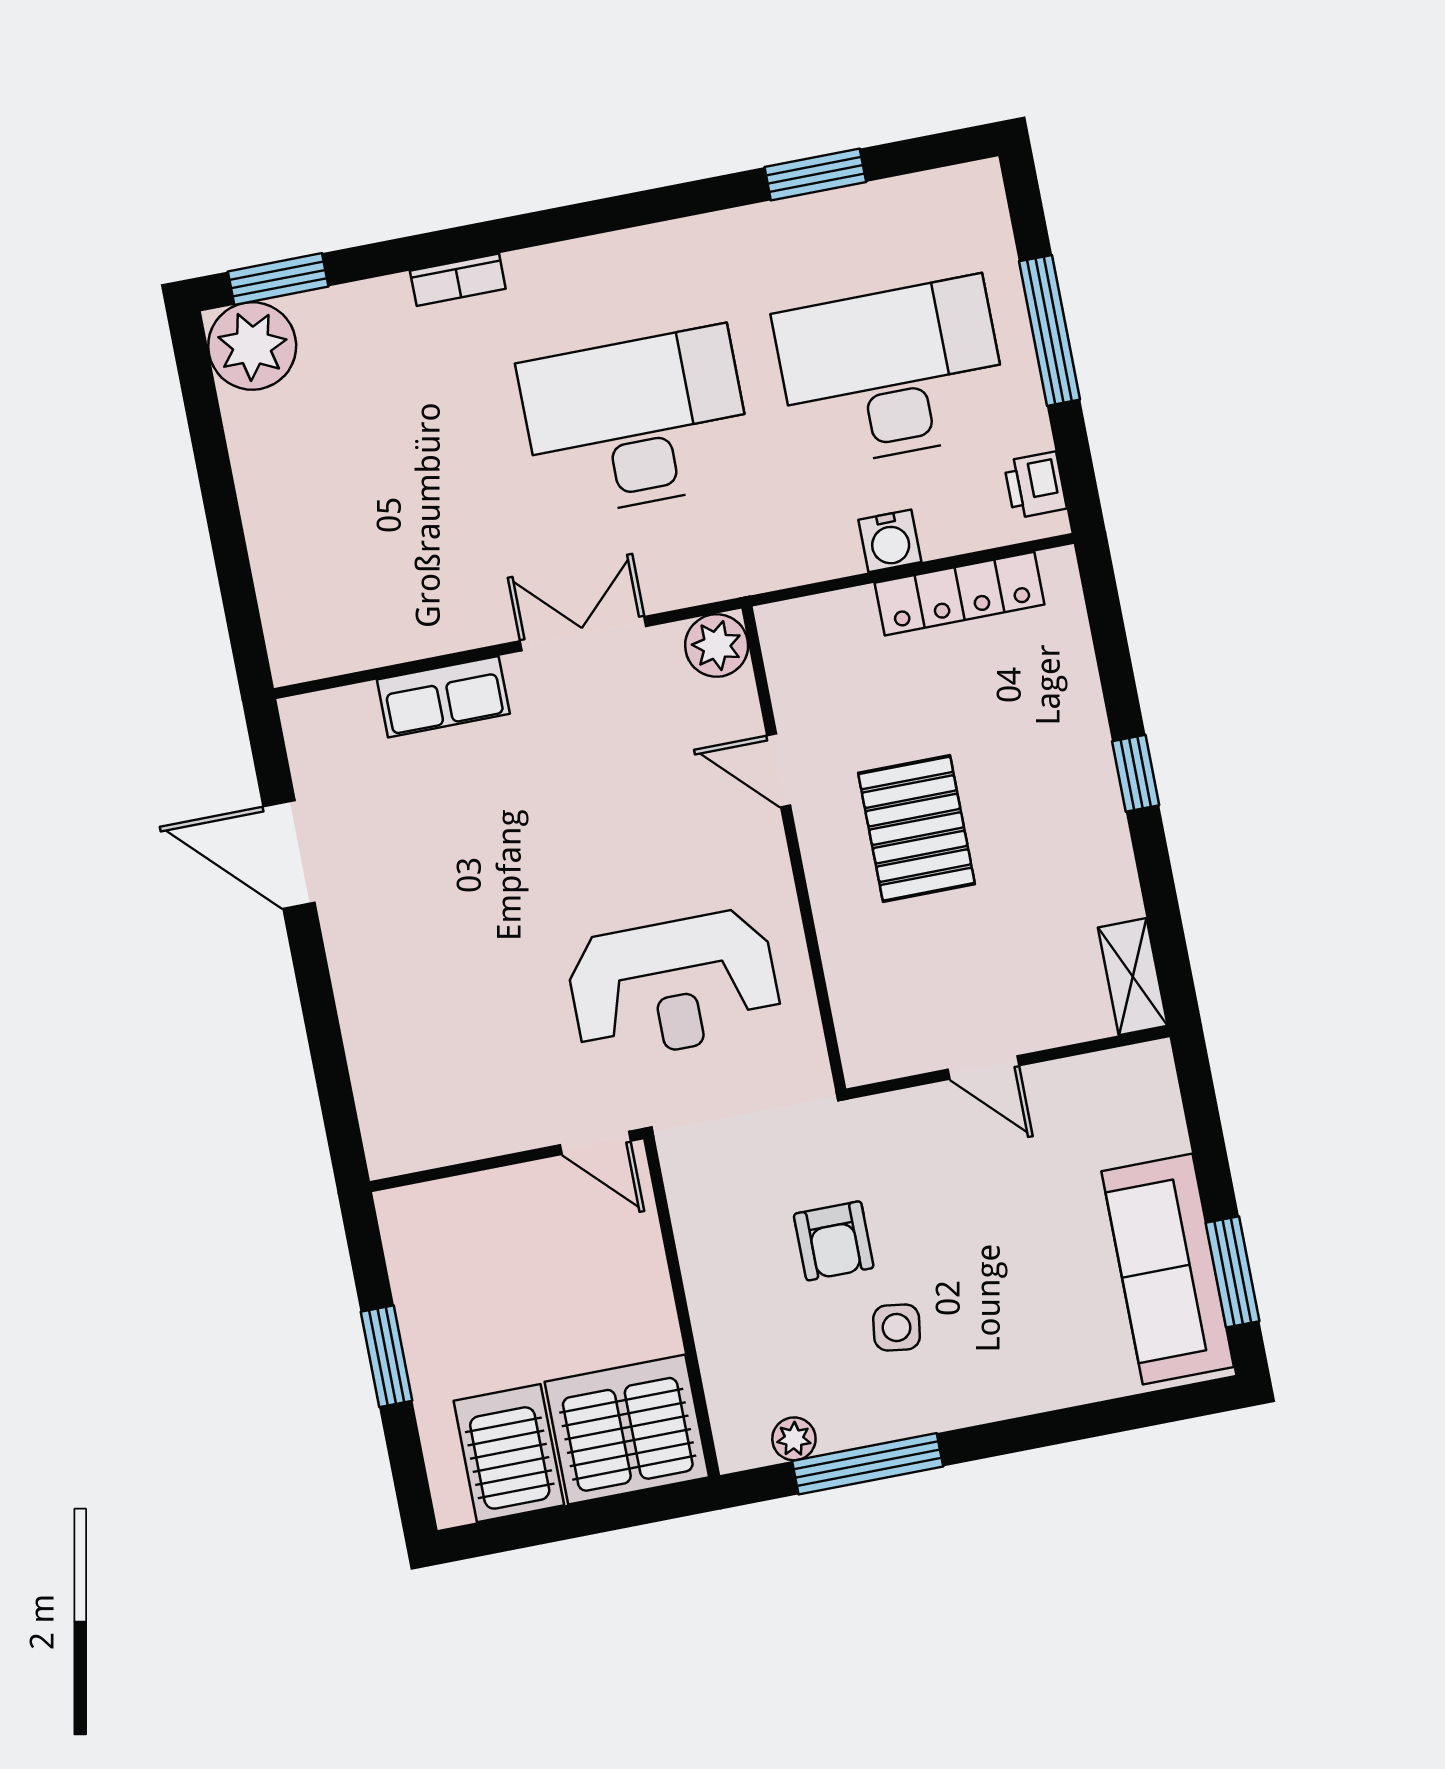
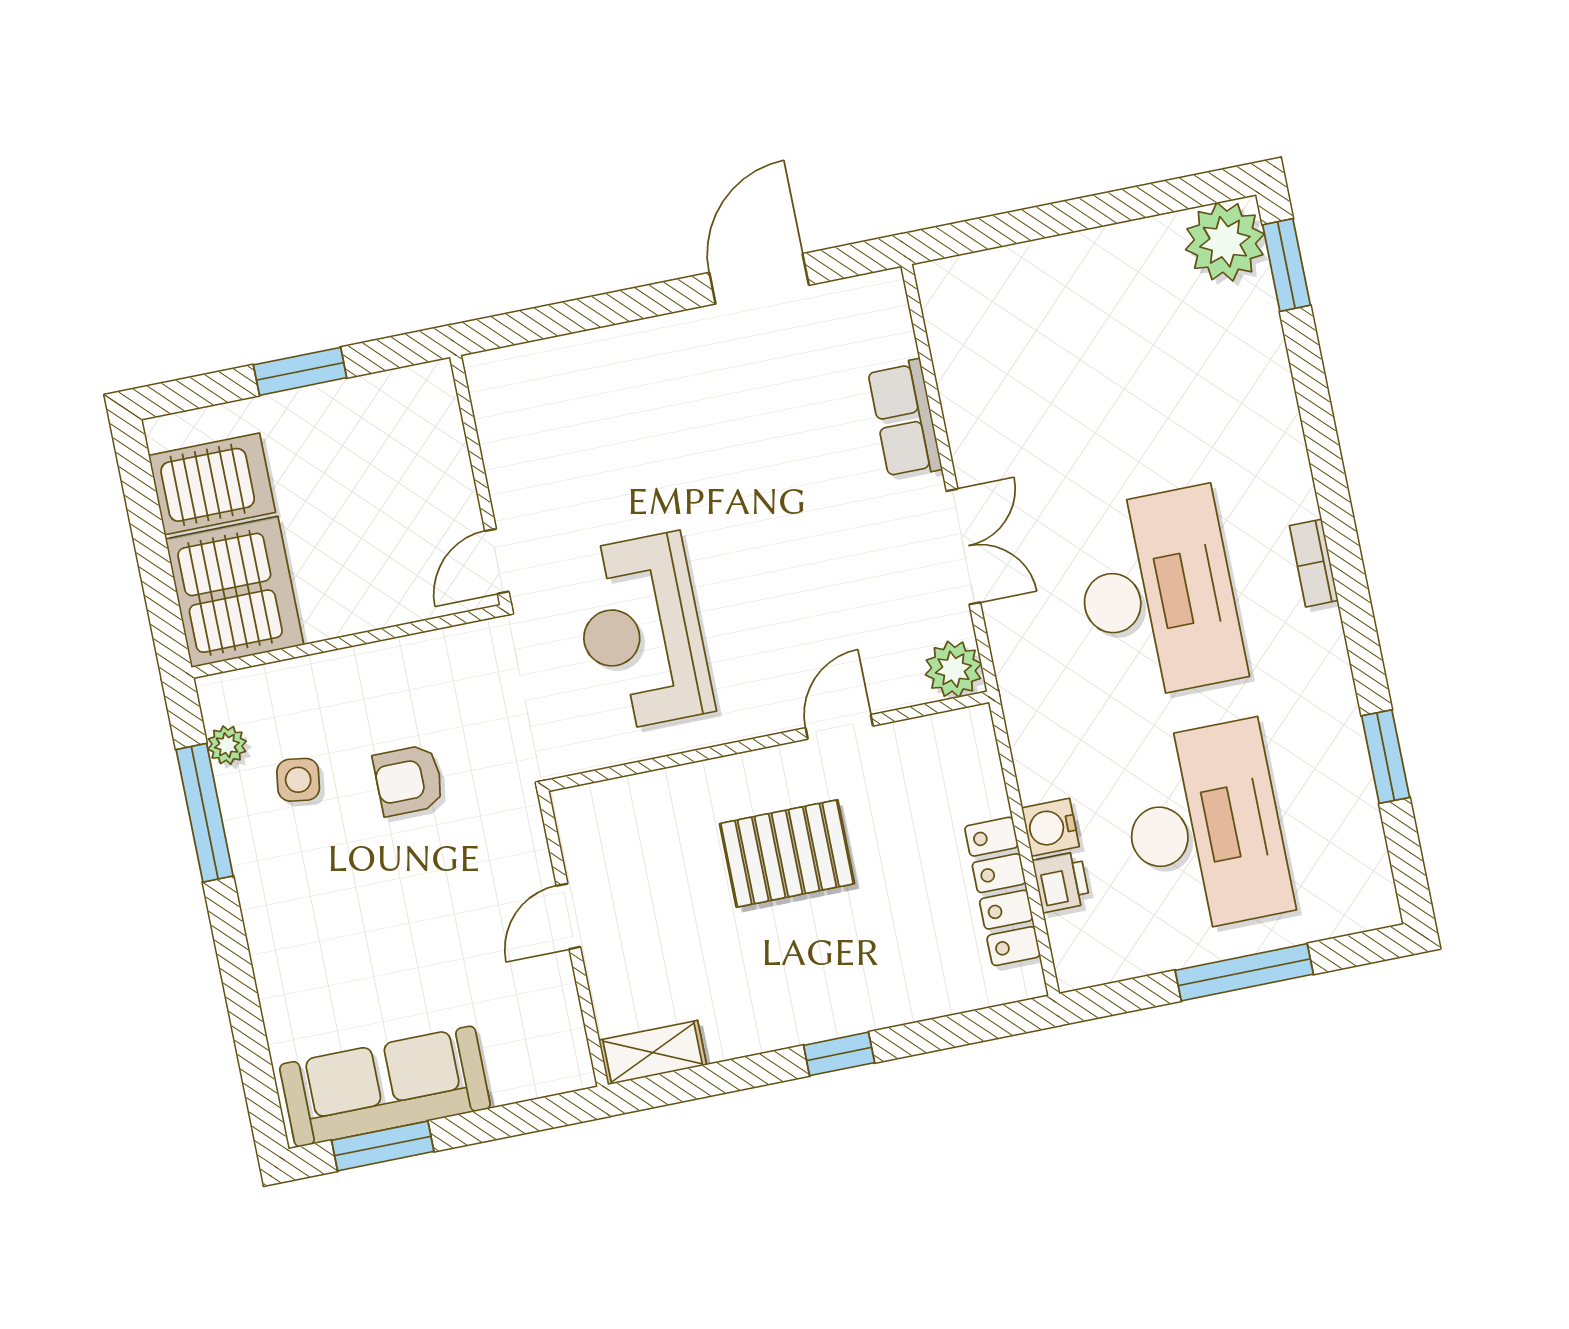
bookcase: (458, 280) -> (1314, 563), moved
printer: (1035, 485) -> (1061, 882), moved, turned 90
side table: (897, 1327) -> (298, 780), moved

